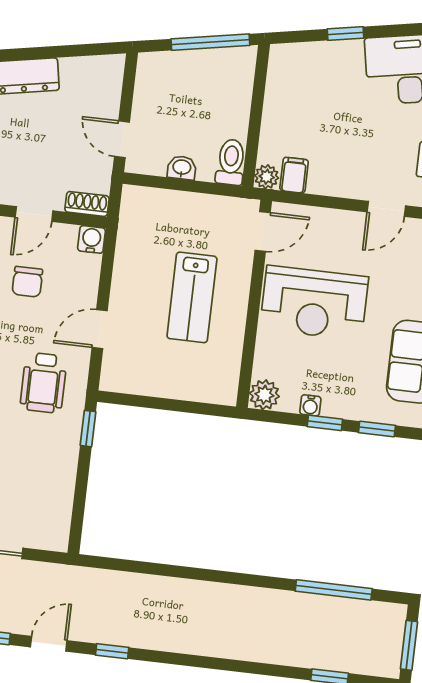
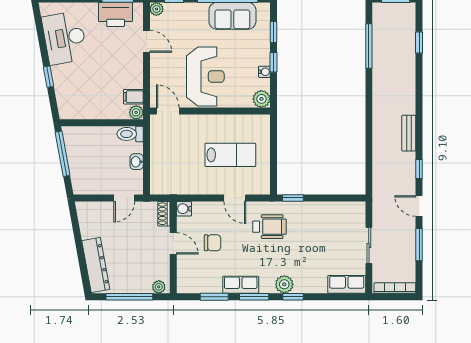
lab bench: (192, 297) -> (230, 155), moved
bench: (176, 641) -> (409, 133), added

